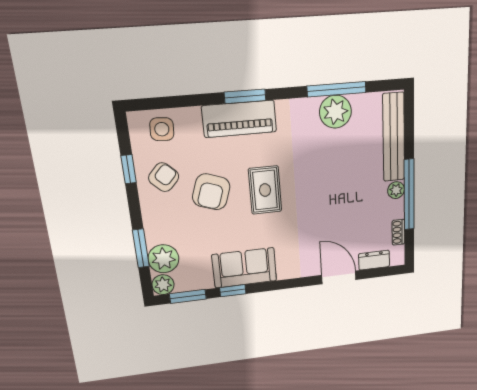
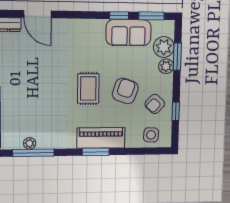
plant: (335, 112) -> (30, 143), width x0.53, depth x0.53
sofa: (244, 268) -> (129, 33), moved
plant: (163, 285) -> (166, 66), moved

